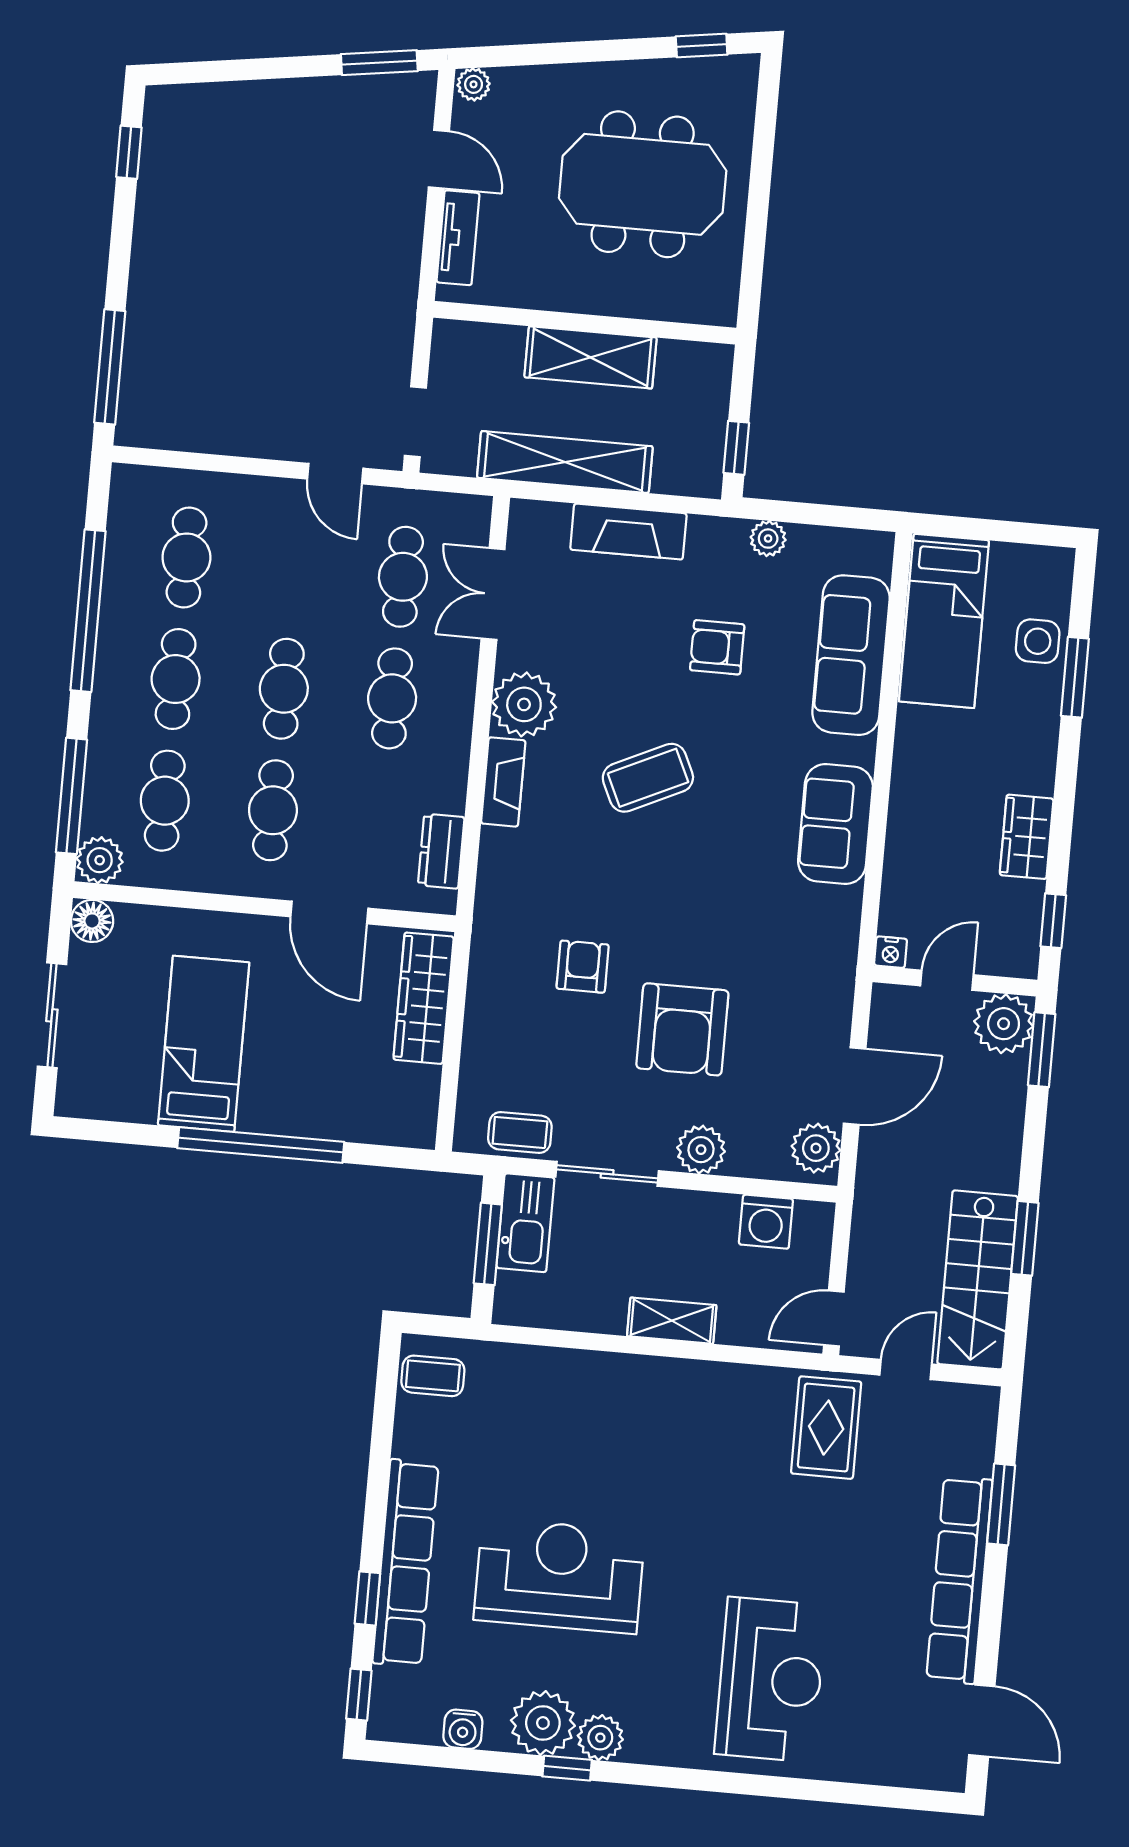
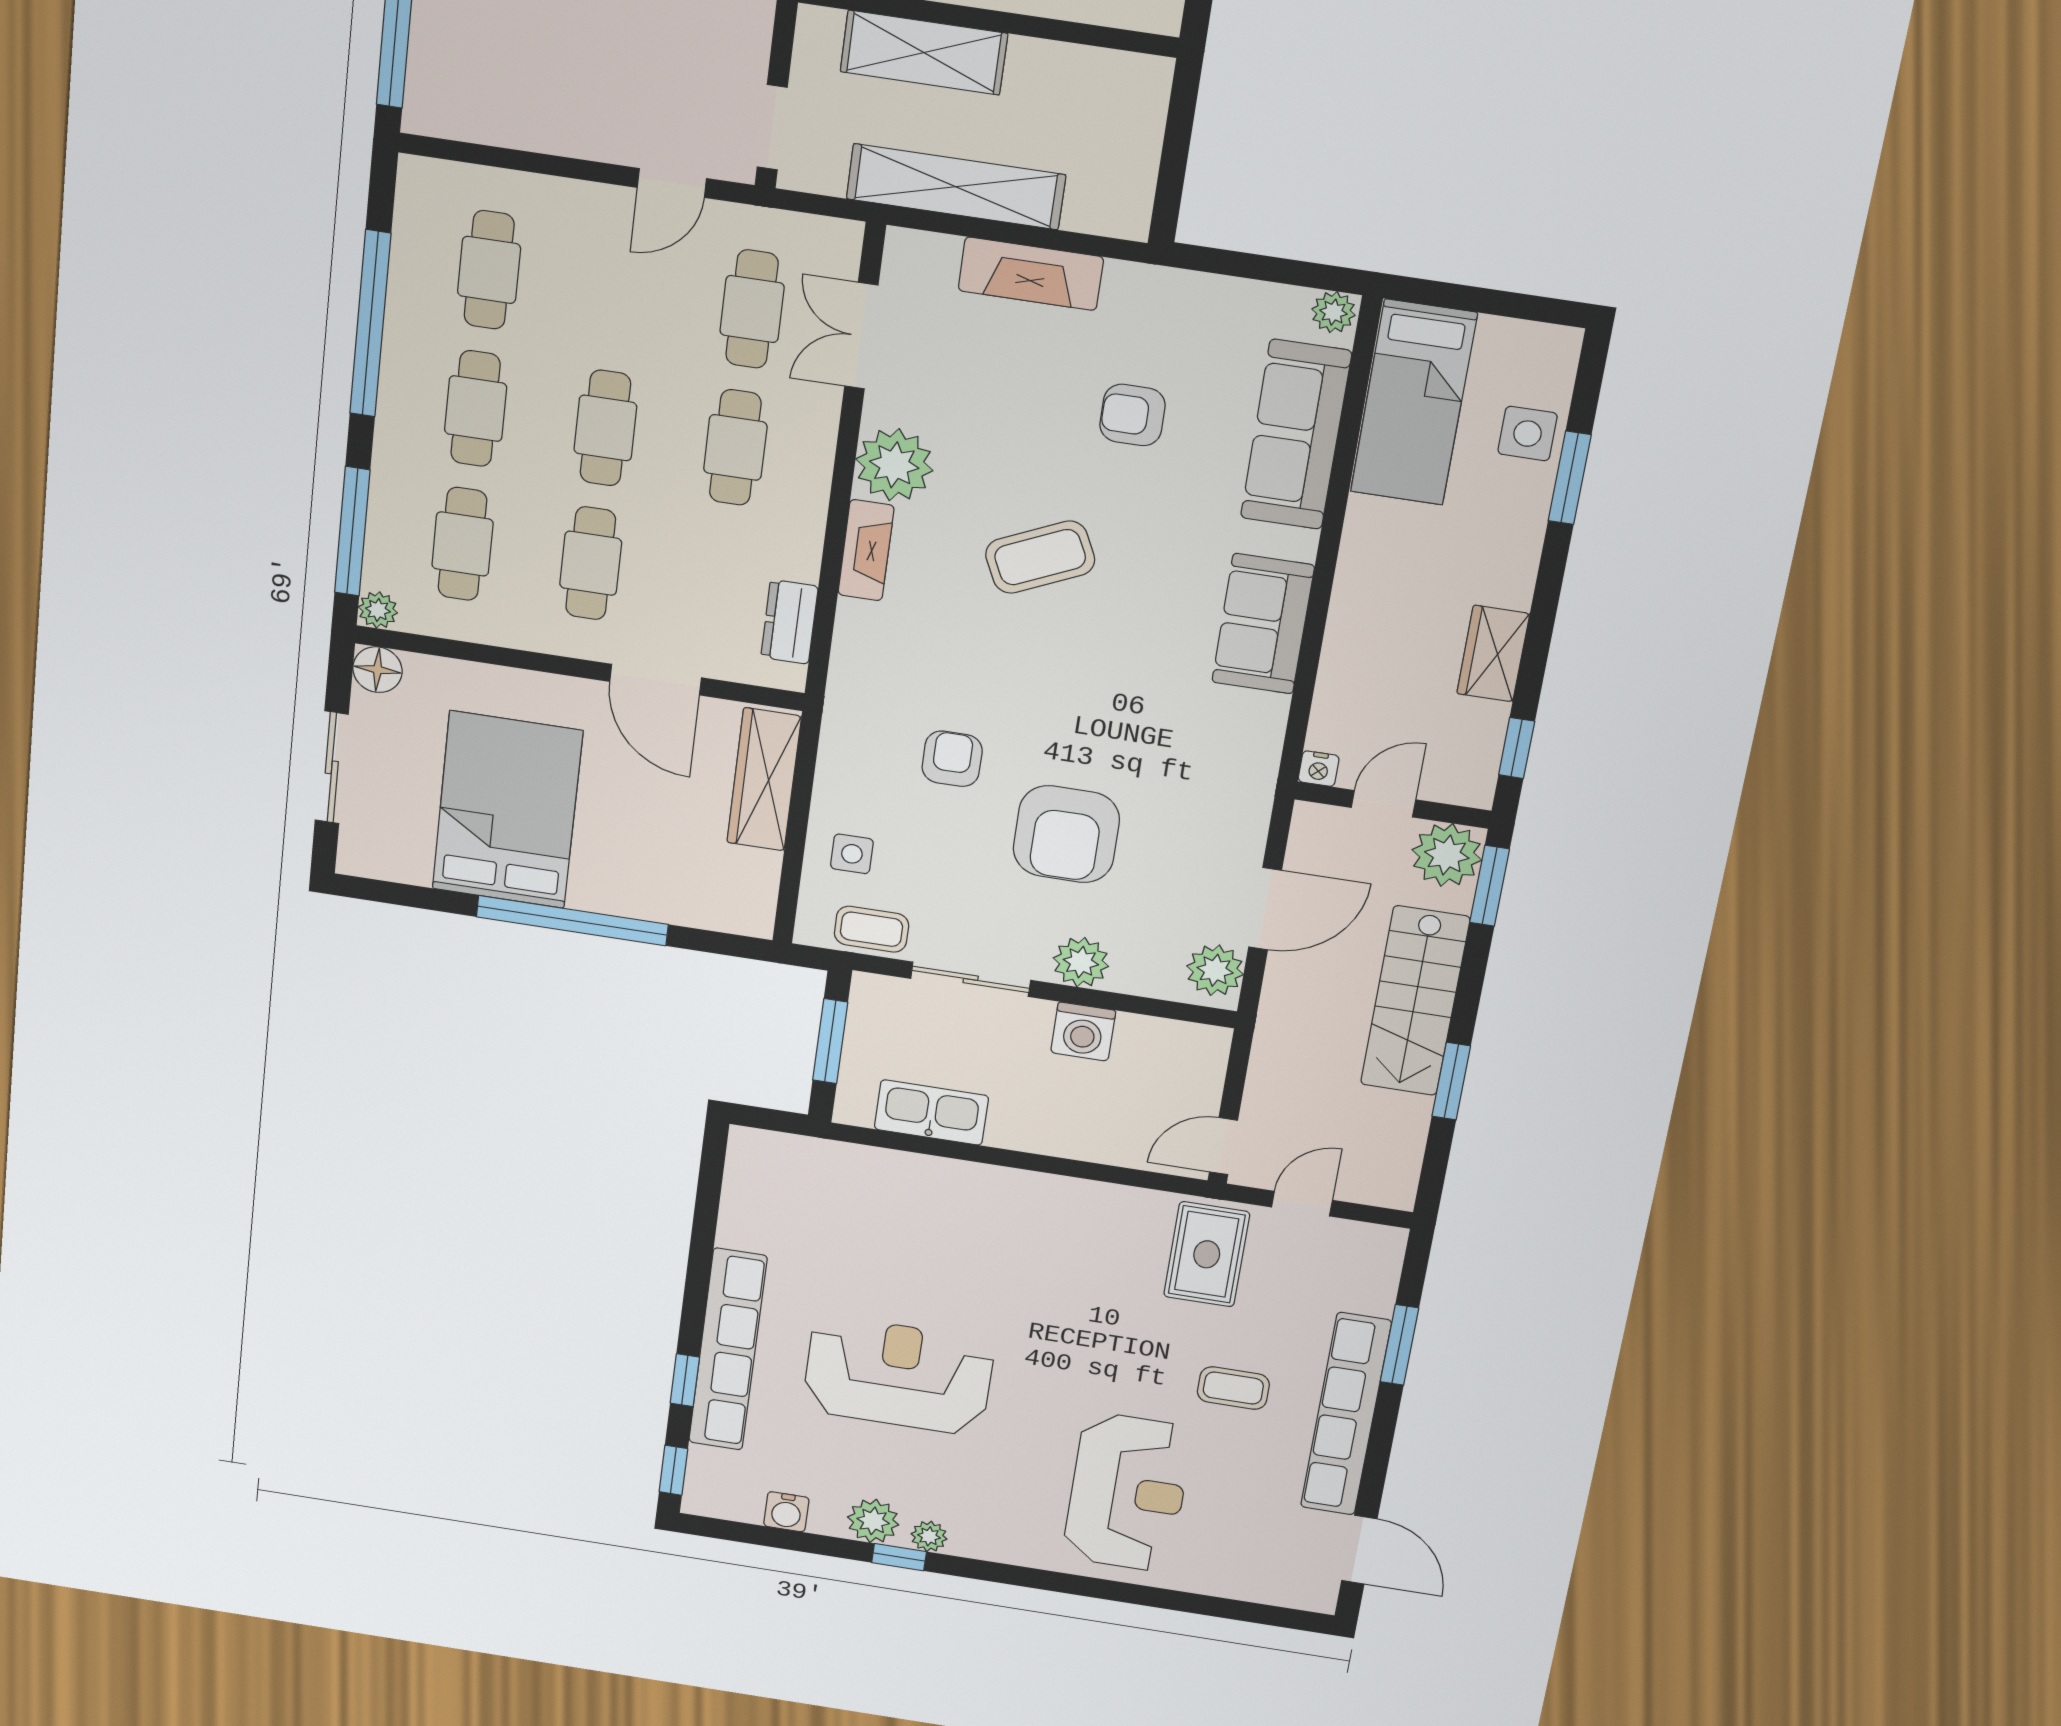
shelving: (591, 357) -> (924, 53), moved
window: (736, 448) -> (1170, 183), removed
door: (335, 474) -> (672, 183), hinge flipped
plant: (768, 539) -> (1333, 312), moved
plant: (100, 860) -> (378, 610), width x0.73, depth x0.73
bed: (204, 1044) -> (507, 810), width x1.50
side table: (501, 1062) -> (852, 854), added
washing machine: (766, 1222) -> (1083, 1032), moved
kitchen sink: (525, 1223) -> (931, 1113), moved, turned -90
stairs: (978, 1280) -> (1415, 1001), moved
shelving: (672, 1321) -> (1037, 1135), removed
coffee table: (433, 1376) -> (1233, 1388), moved
plant: (543, 1723) -> (873, 1521), width x0.73, depth x0.73
plant: (600, 1738) -> (929, 1536), width x0.73, depth x0.73

